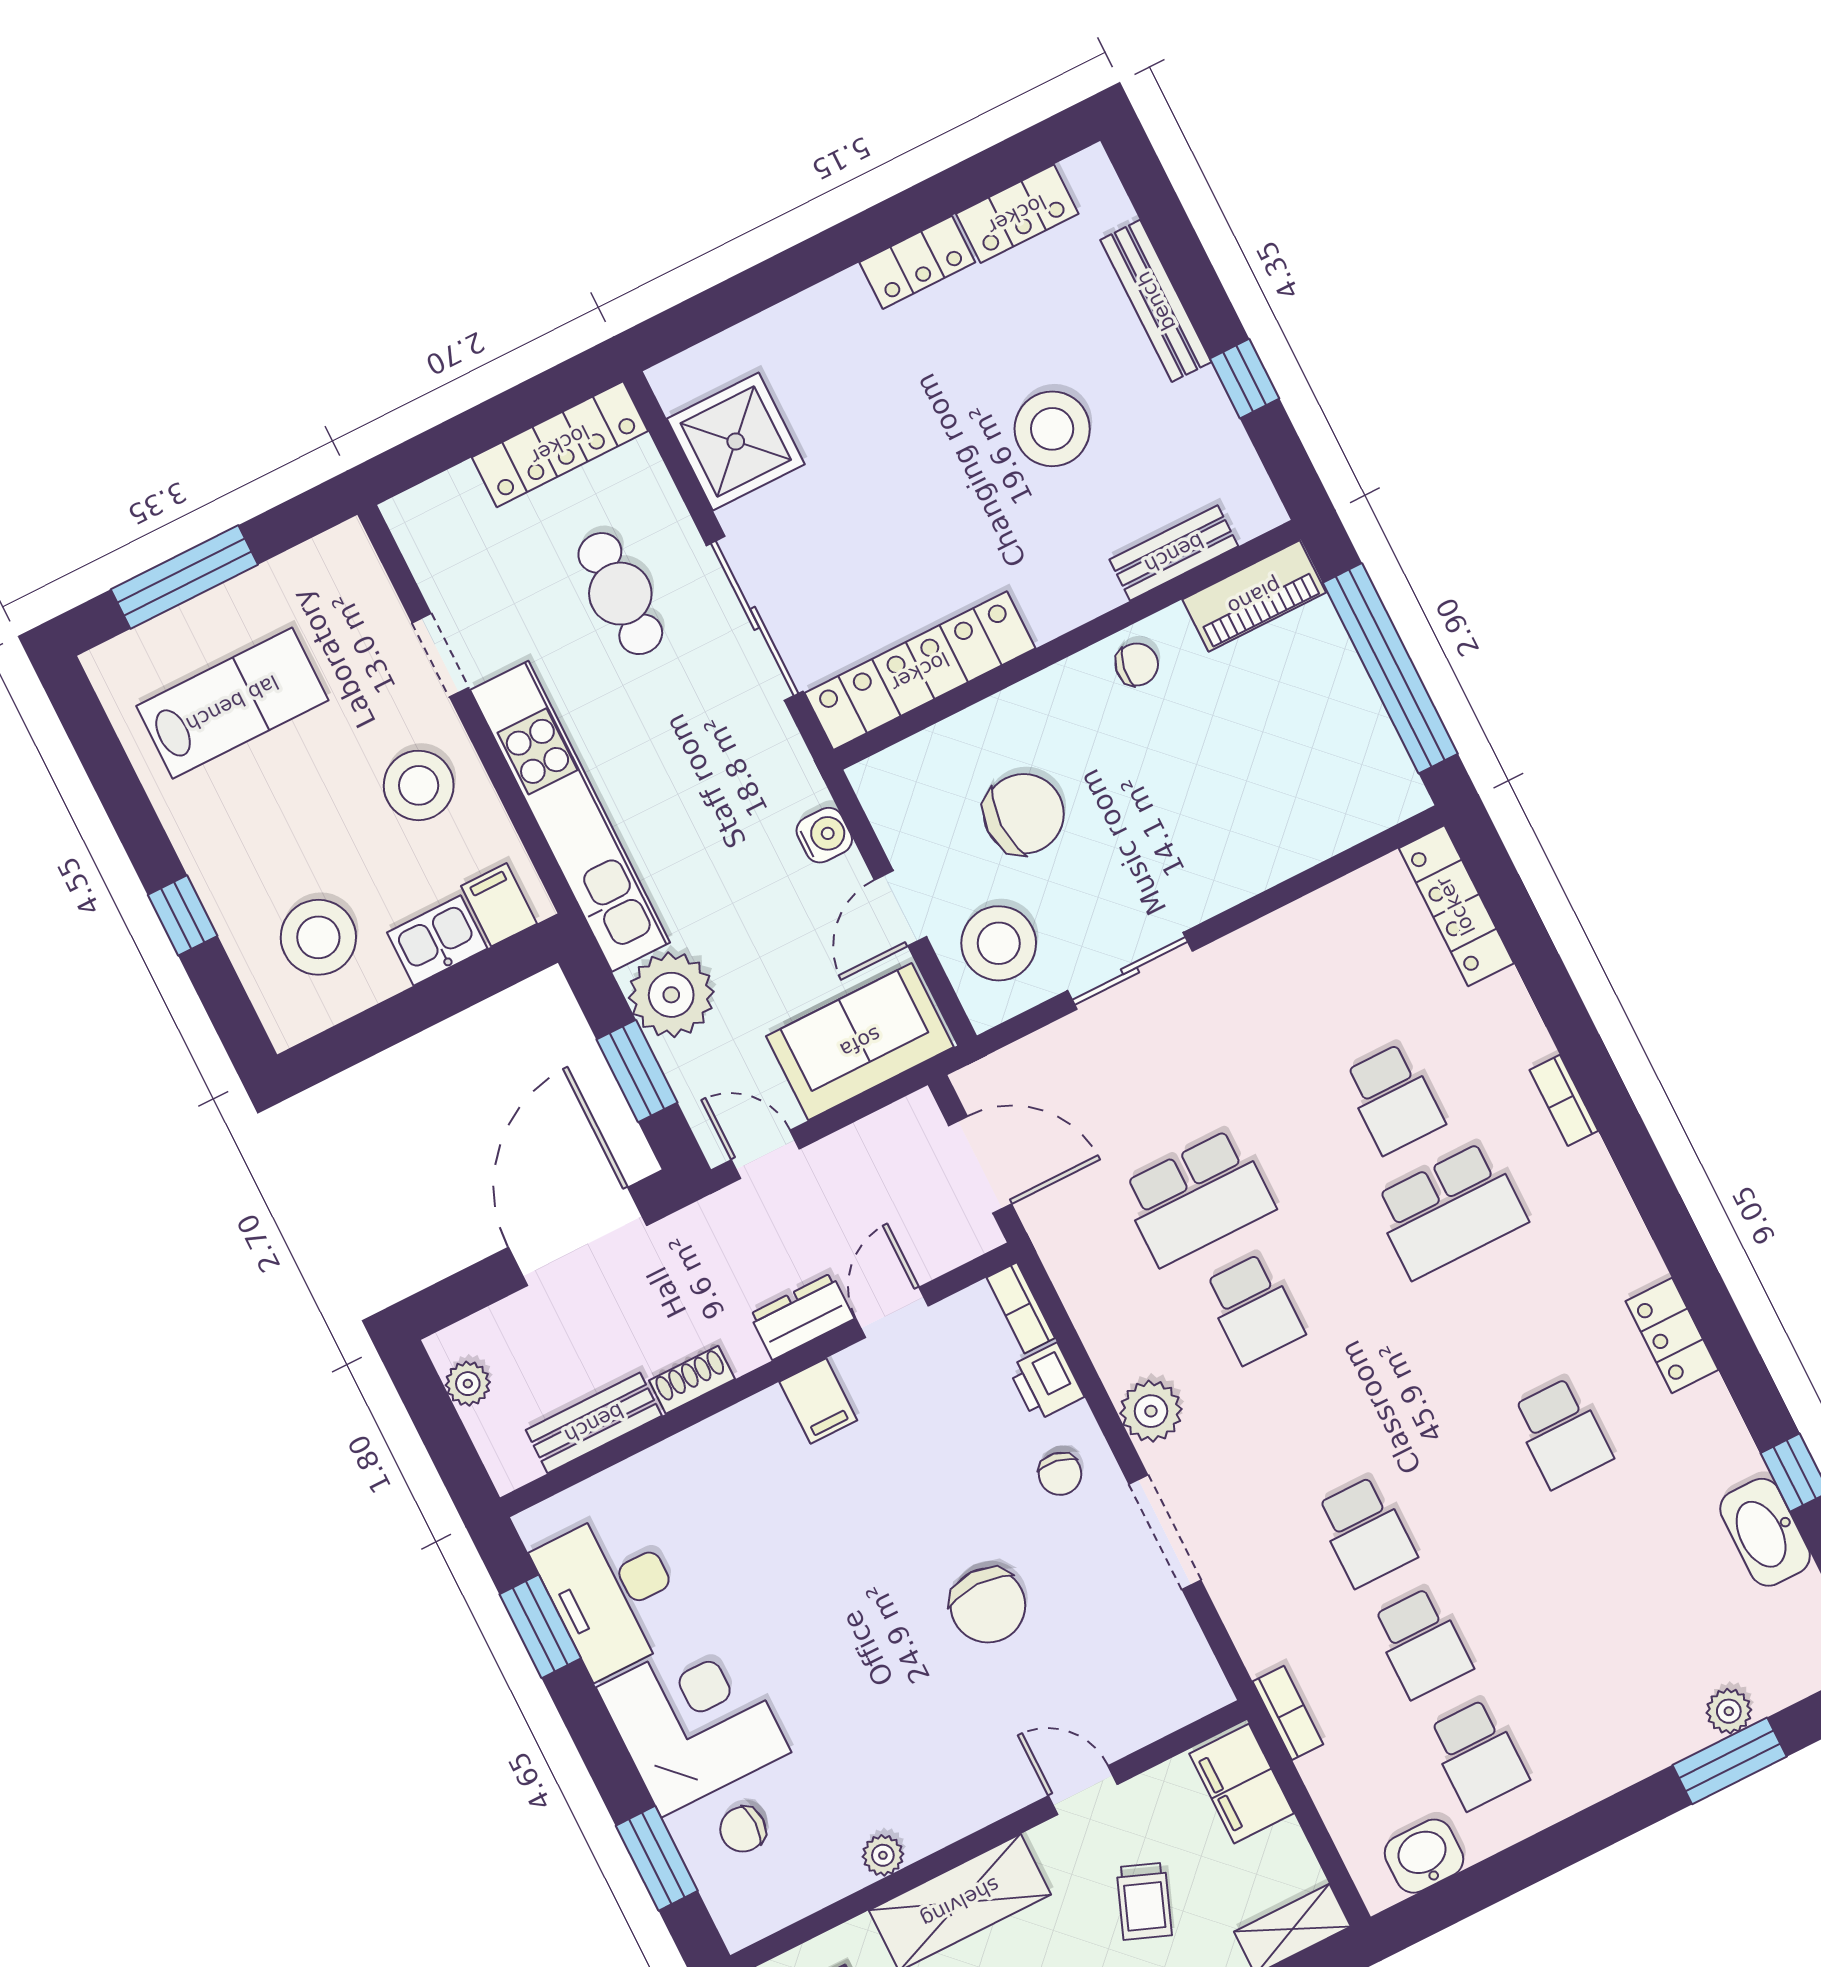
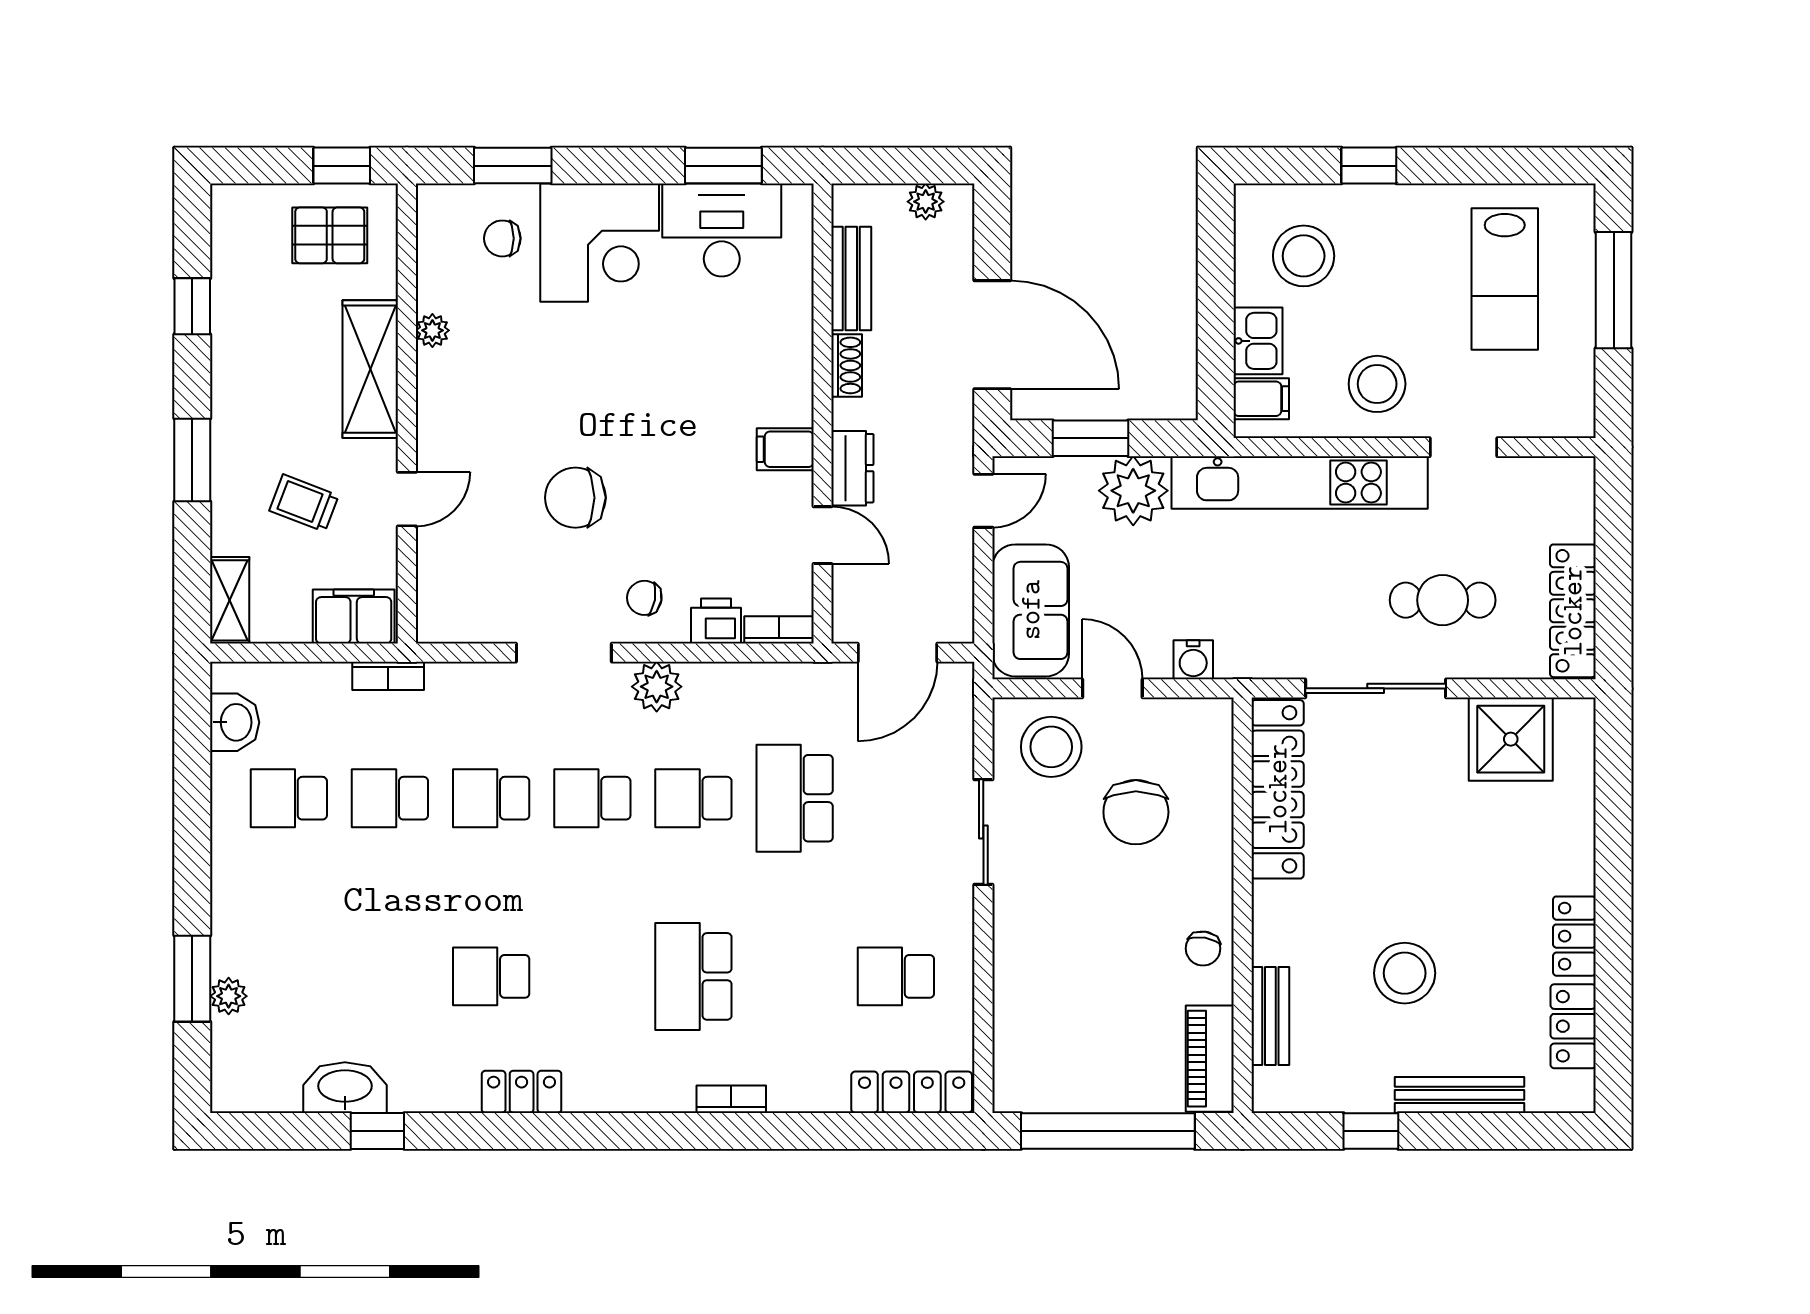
school desk: (1394, 1099) -> (896, 976), moved
school desk: (1309, 1420) -> (592, 798), added
chair: (743, 1829) -> (502, 238), turned -90

